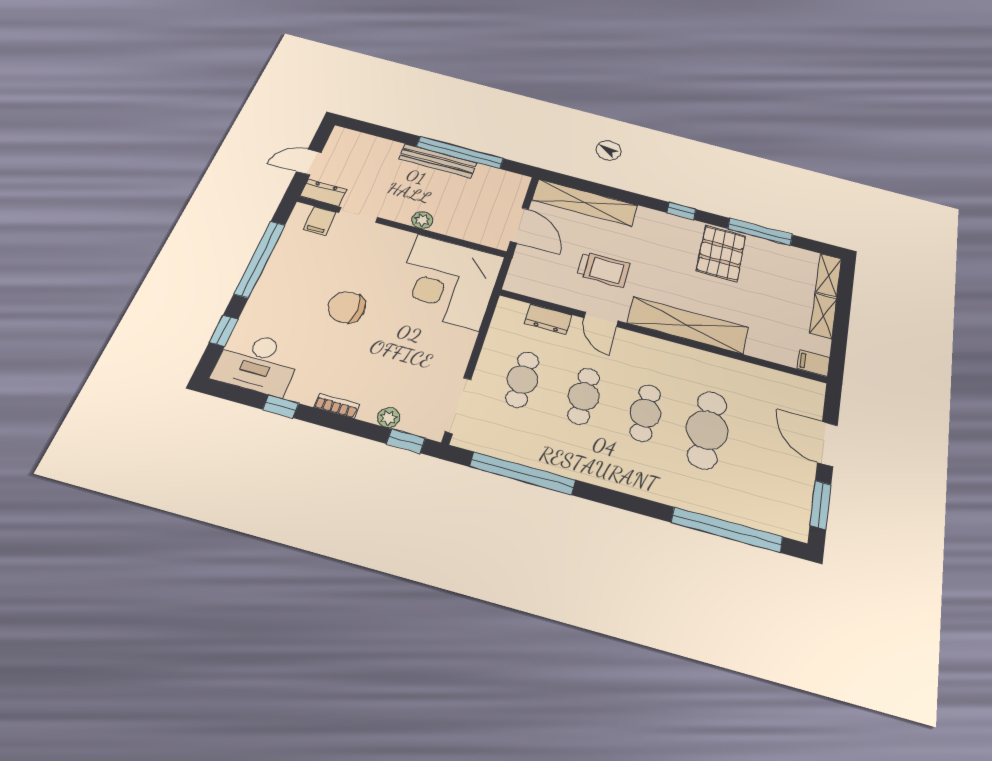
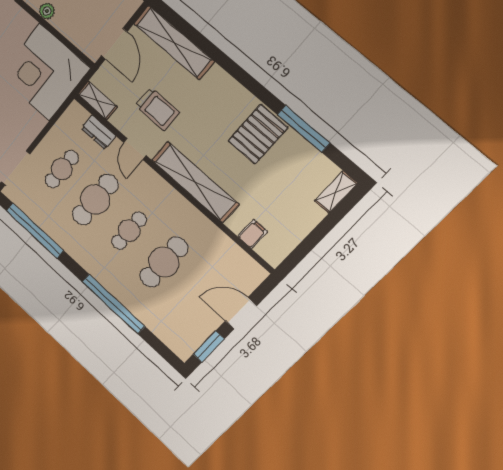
window: (681, 211) -> (248, 82), removed
shelving: (823, 316) -> (97, 100), moved, turned 90
filing cabinet: (813, 363) -> (253, 234), moved, turned 90
cafe table: (584, 396) -> (95, 200), width x1.37, depth x1.35
door: (827, 444) -> (241, 313), hinge flipped
window: (727, 530) -> (113, 304), moved

